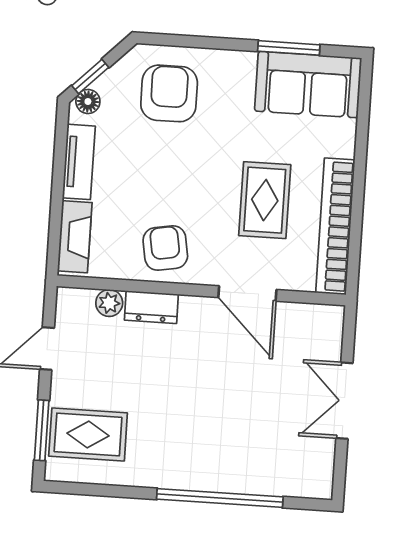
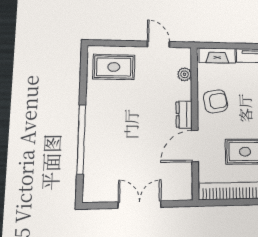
dresser: (151, 307) -> (184, 115), moved
window: (42, 430) -> (115, 43), removed
rug: (88, 435) -> (114, 67), turned 90

